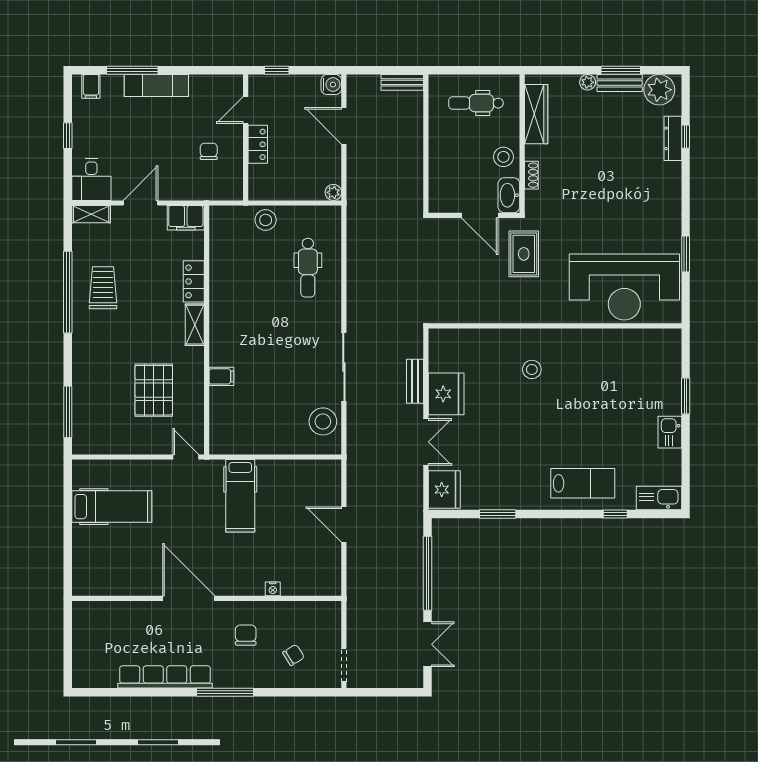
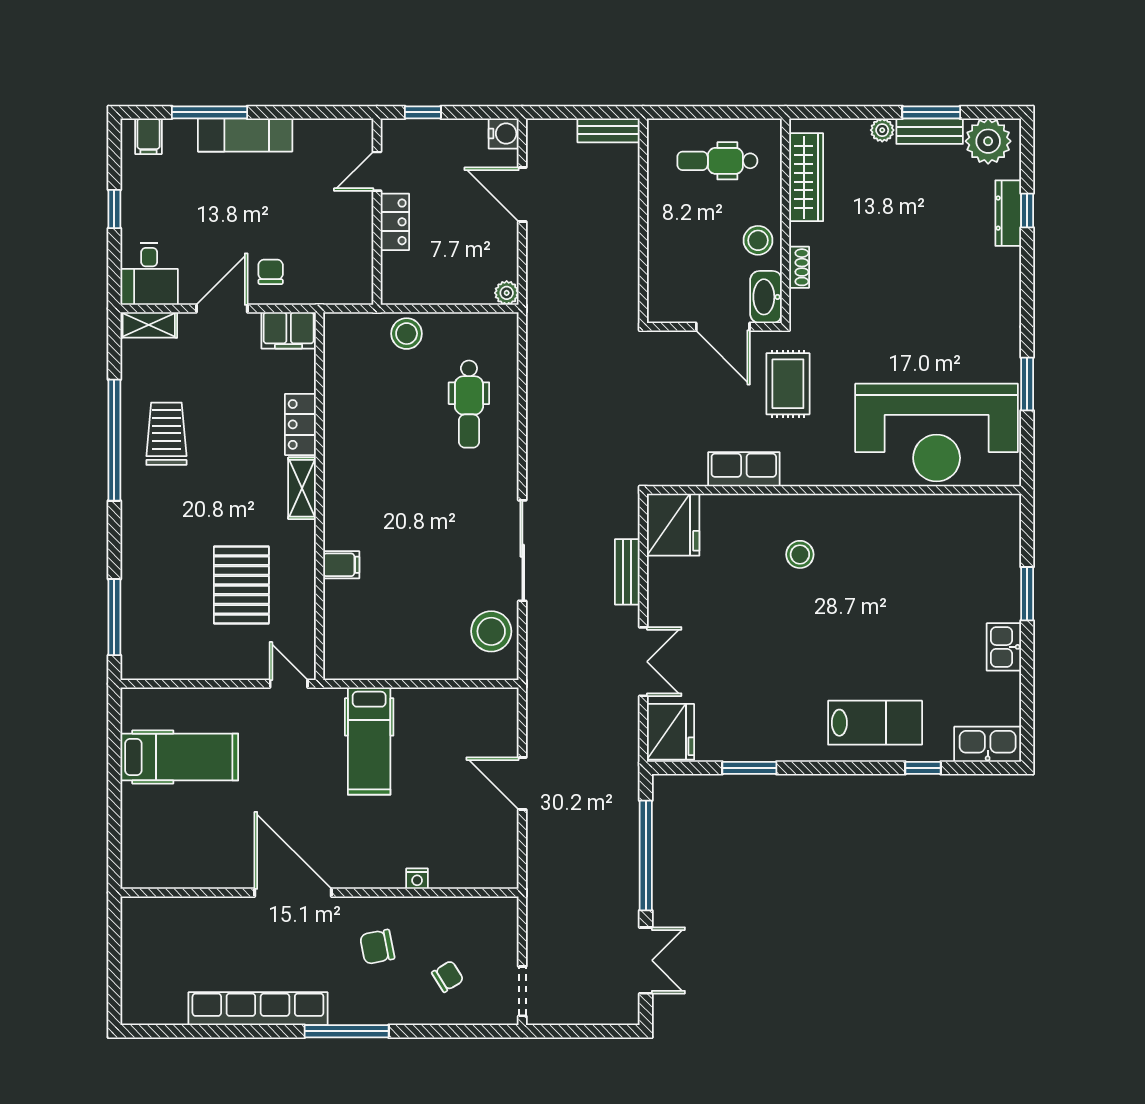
chair: (209, 151) -> (271, 272), moved
row of seats: (494, 312) -> (744, 469), added
fridge: (446, 394) -> (673, 525), moved
chair: (246, 635) -> (377, 947), turned -101

